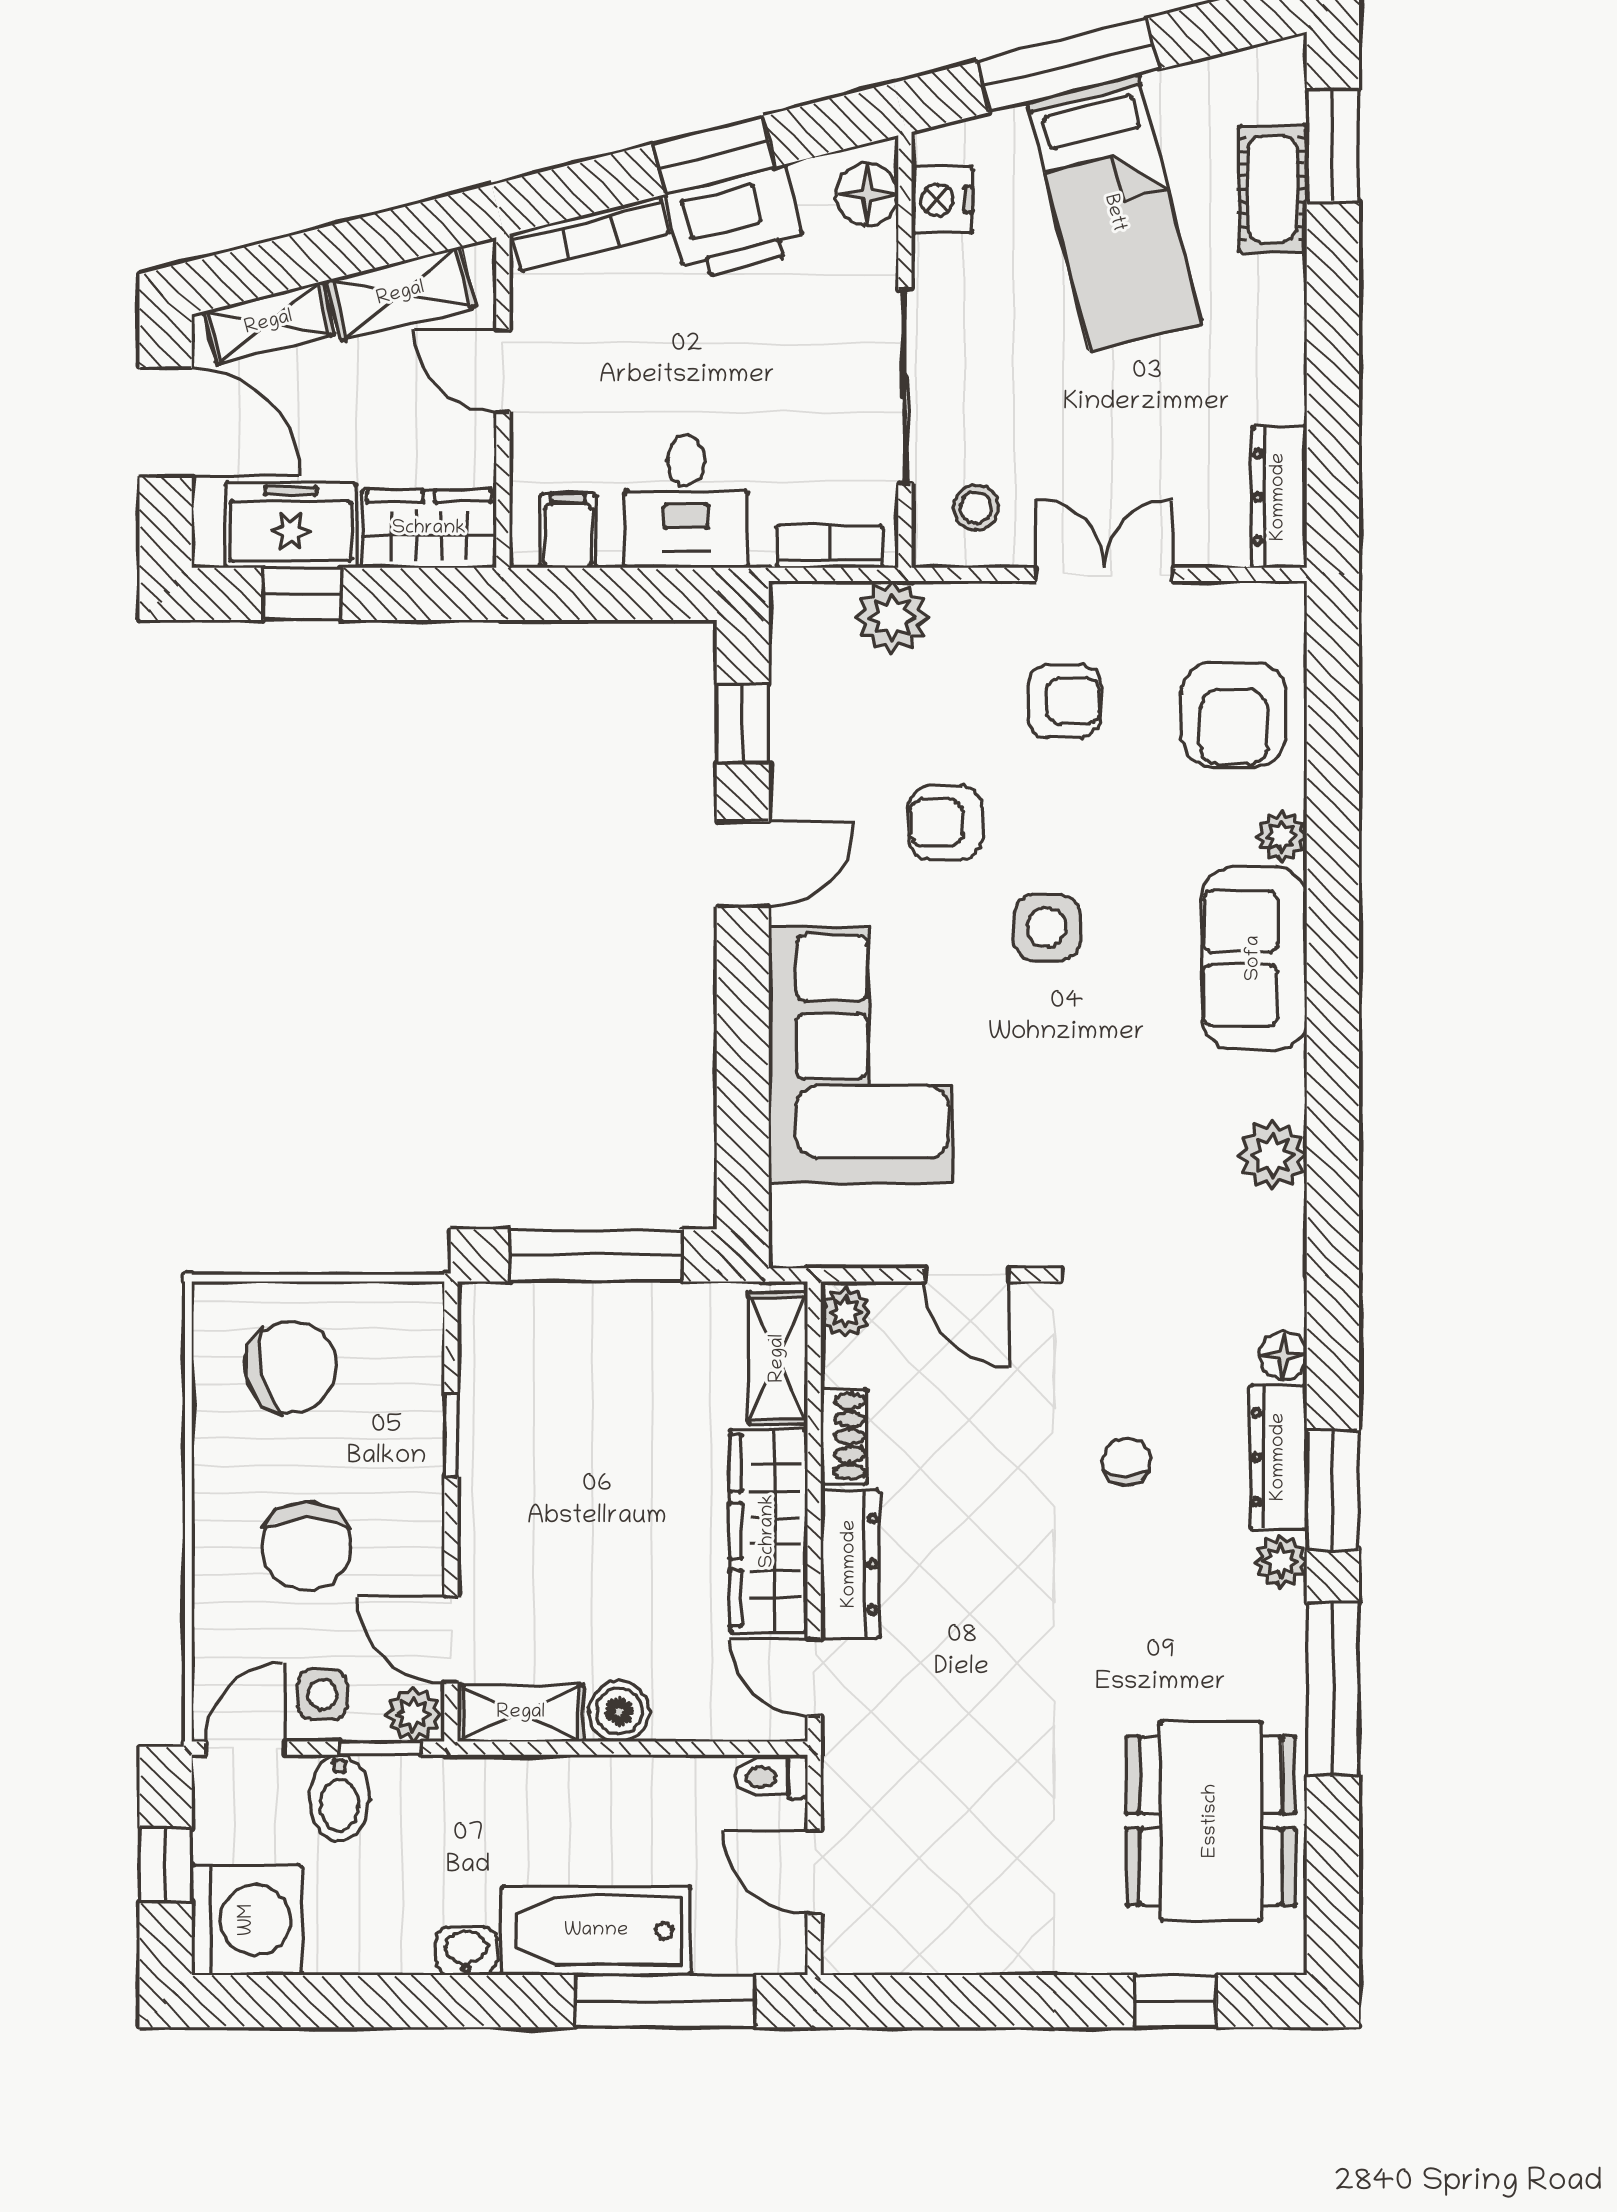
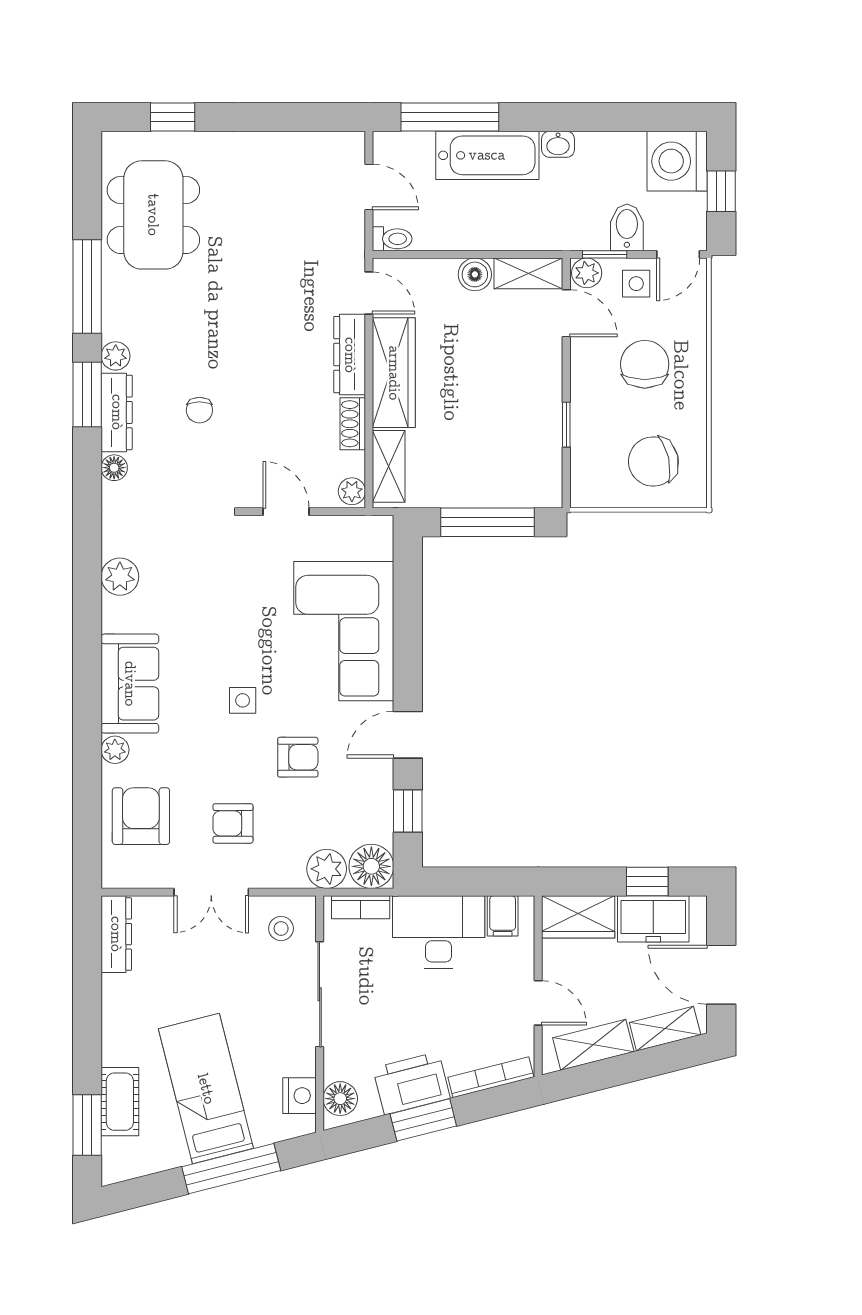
desk: (686, 501) -> (439, 932), width x1.37
floor lamp: (810, 622) -> (371, 866), added
side table: (1047, 927) -> (243, 700), width x0.73, depth x0.73

